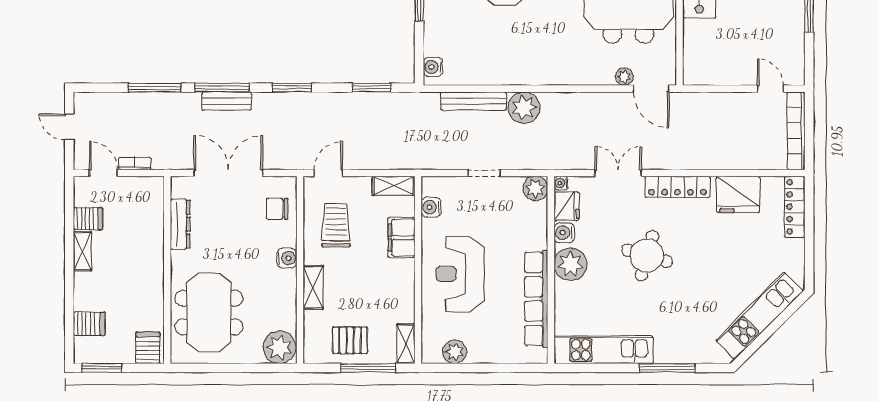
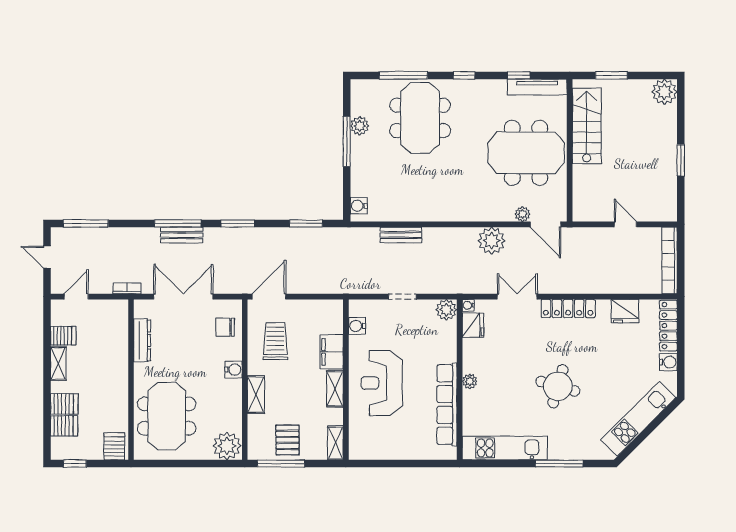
window: (155, 88) -> (86, 223), moved
door: (770, 89) -> (625, 224), moved
bench: (473, 101) -> (401, 235), width x0.73
plant: (524, 108) -> (492, 241), moved
bookcase: (135, 163) -> (127, 288), moved
door: (103, 173) -> (76, 297), hinge flipped
door: (328, 173) -> (269, 297), width x1.38
shelving: (393, 186) -> (335, 389), moved, turned 90
fridge: (738, 194) -> (625, 311), width x0.73, depth x0.75
water cooler: (564, 233) -> (668, 362), moved, turned 180
round table: (647, 256) -> (558, 386), moved
plant: (570, 264) -> (470, 381), width x0.53, depth x0.53
server rack: (89, 298) -> (64, 404), added
pallet: (350, 340) -> (287, 440), turned 90
plant: (455, 352) -> (377, 450), removed
window: (102, 368) -> (75, 464), width x0.67
window: (368, 368) -> (281, 464), moved

